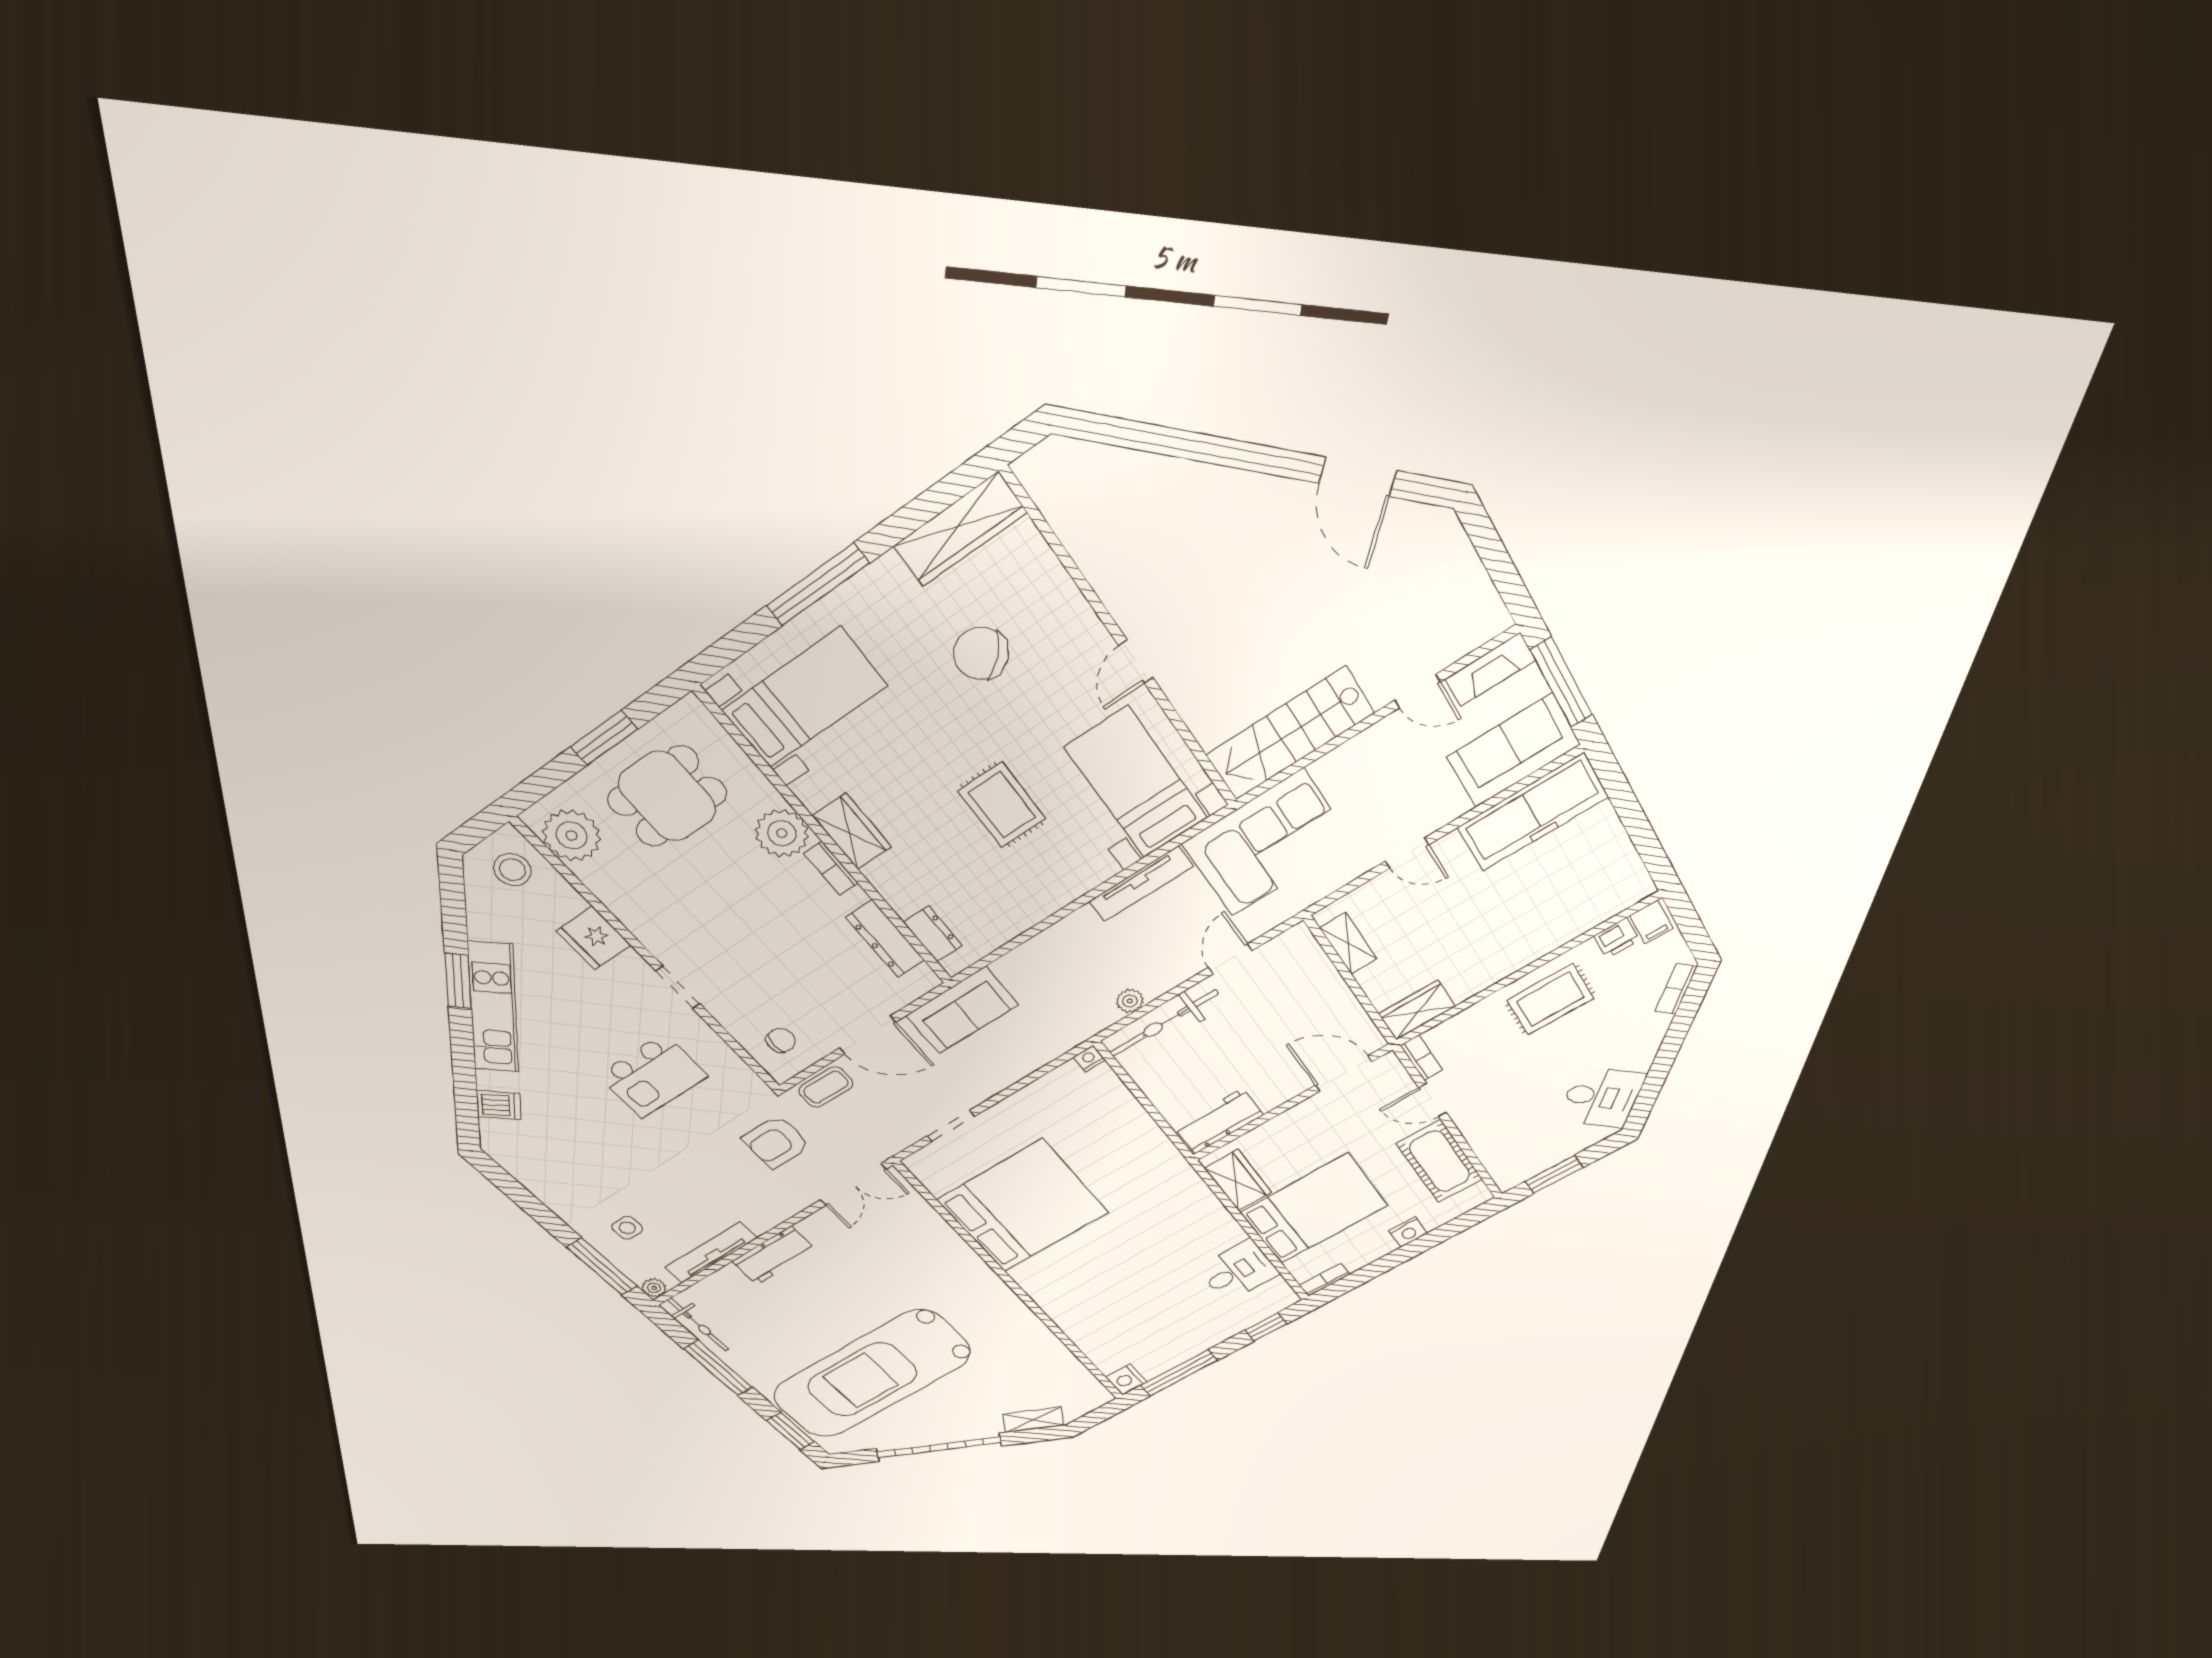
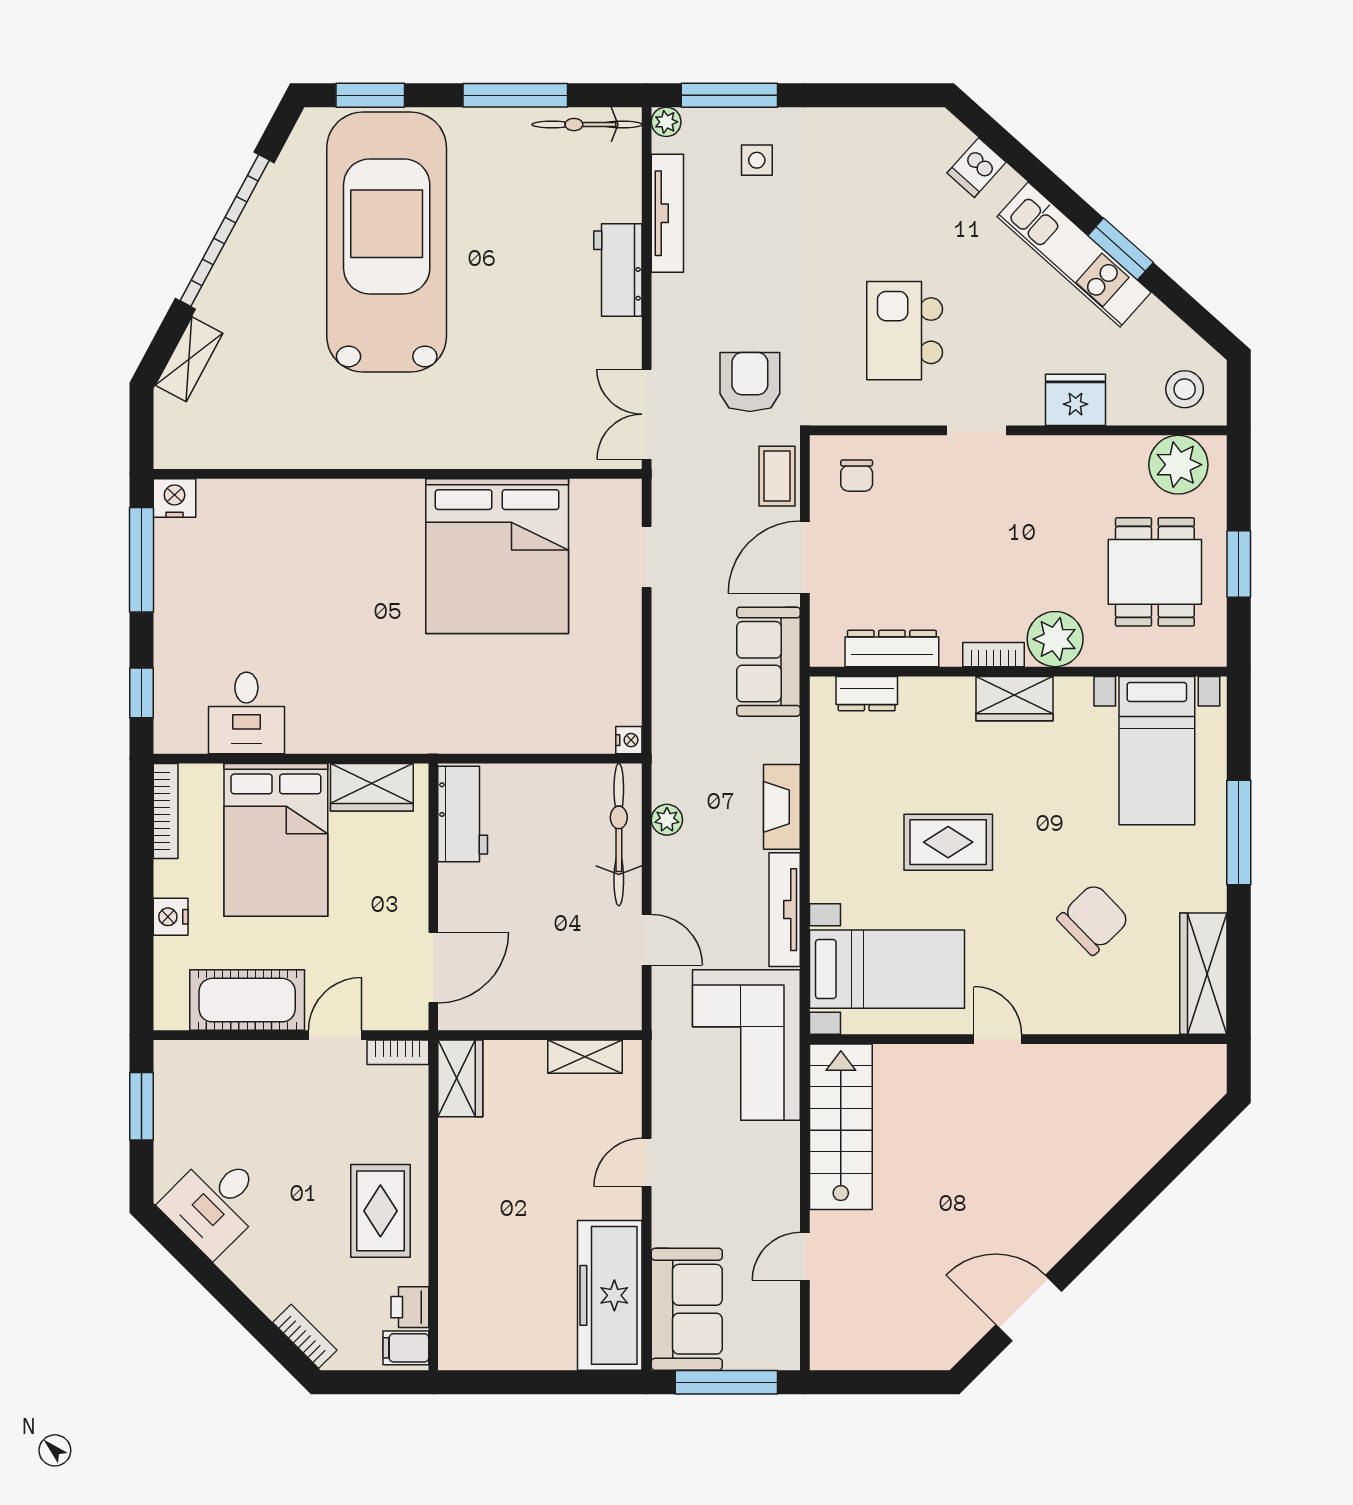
fireplace: (1490, 670) -> (782, 807), moved
bookcase: (1325, 1280) -> (166, 811), width x1.56

